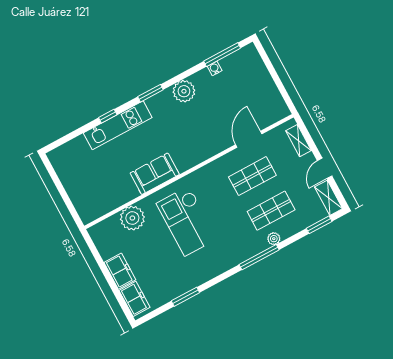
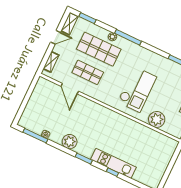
door: (249, 139) -> (70, 89), hinge flipped
sofa: (155, 174) -> (125, 125), removed
shop shelf: (271, 211) -> (99, 49), width x1.43, depth x1.36

